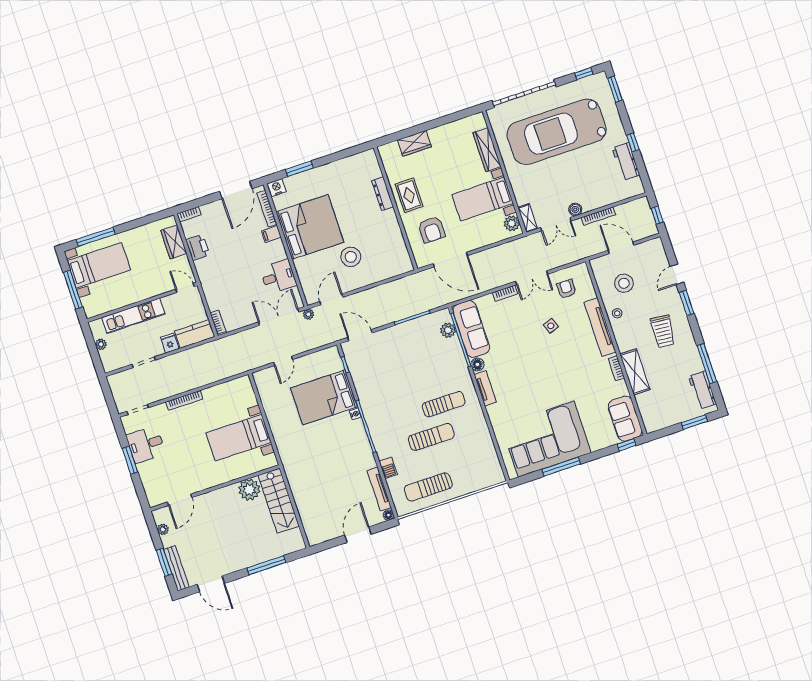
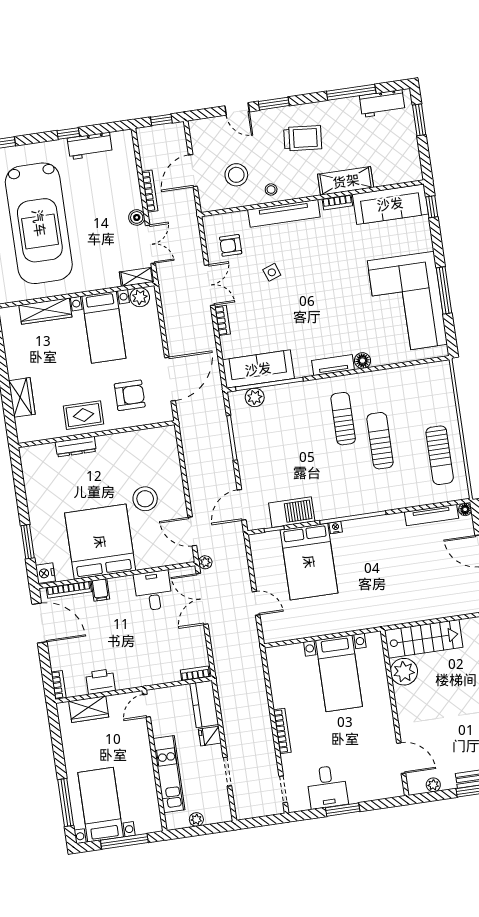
floor lamp: (477, 364) -> (362, 361), moved
sofa: (625, 419) -> (390, 204), width x1.36
barbecue: (388, 468) -> (292, 512), moved, width x1.88, depth x1.53

